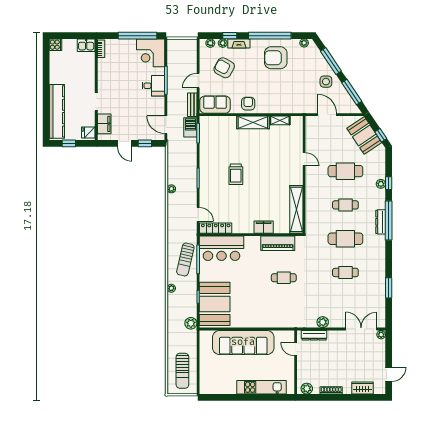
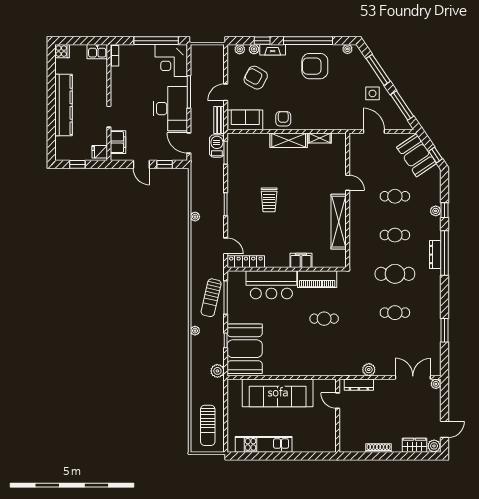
desk: (153, 86) -> (171, 109), width x1.87, depth x1.30
kitchen counter: (57, 111) -> (64, 105), moved
cafe table: (345, 171) -> (395, 196), width x0.73, depth x0.74
shelving: (296, 209) -> (339, 222), moved
bar counter: (221, 248) -> (271, 285), moved
kitchen unit: (261, 387) -> (264, 444), moved
plant: (307, 389) -> (434, 446), moved

